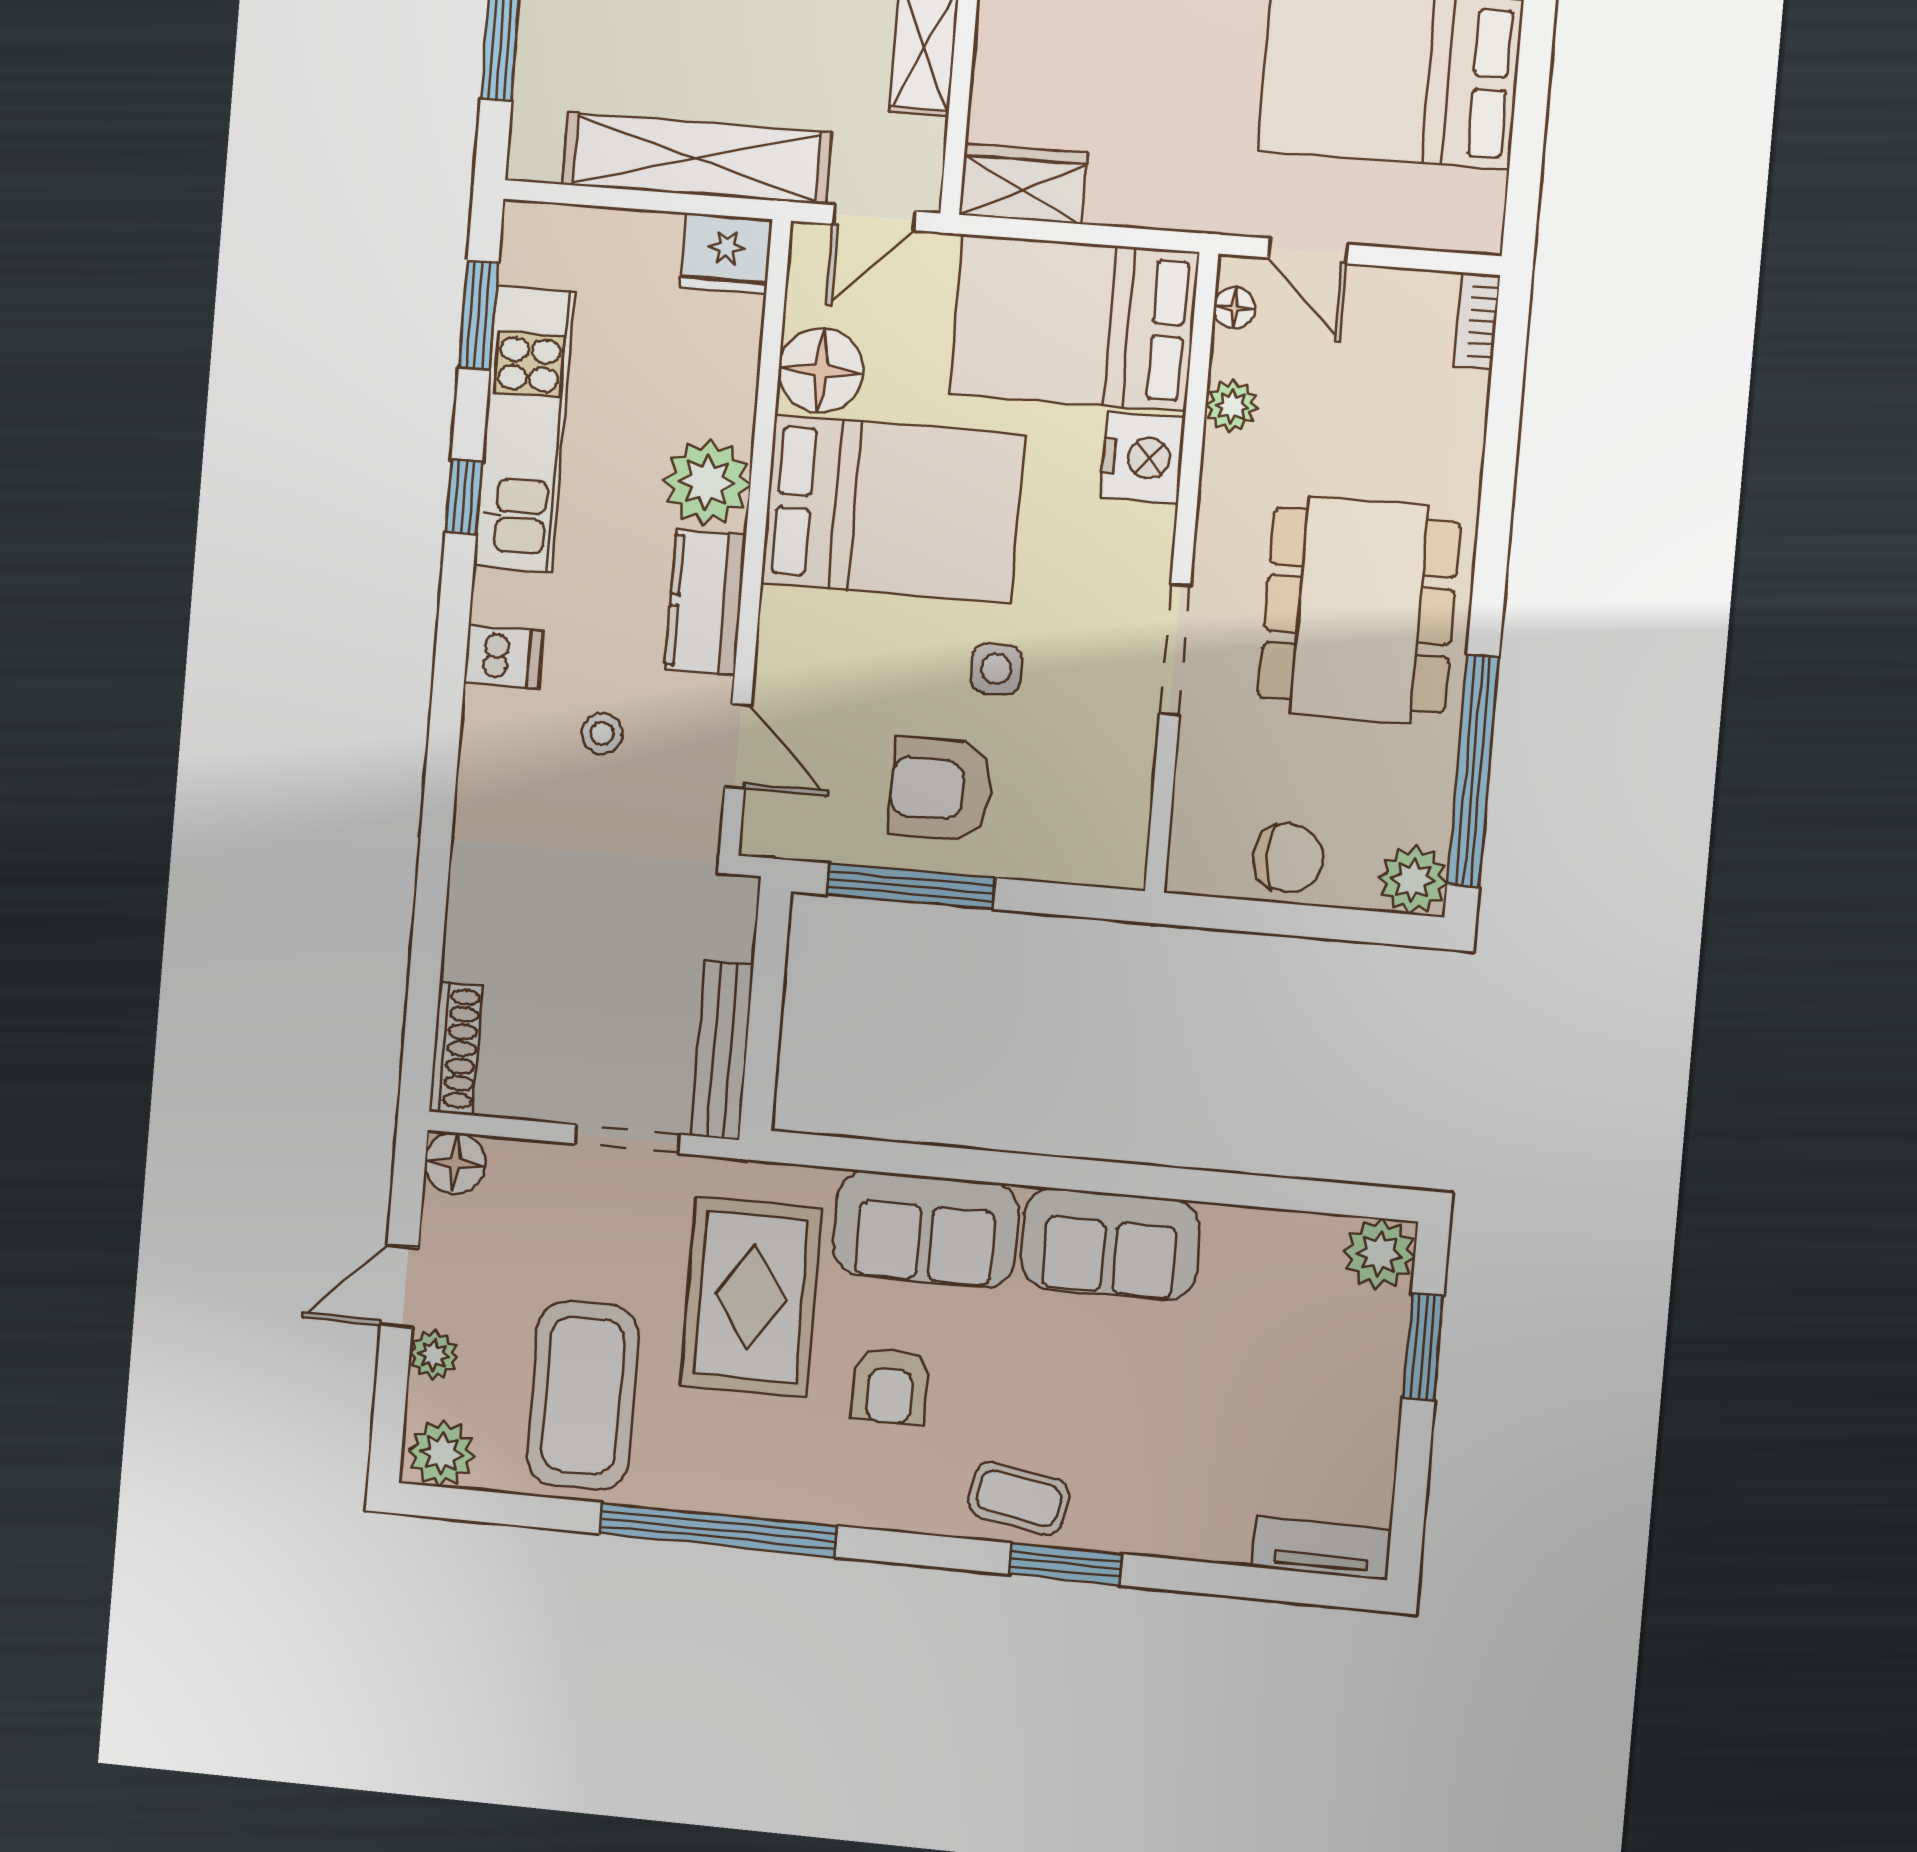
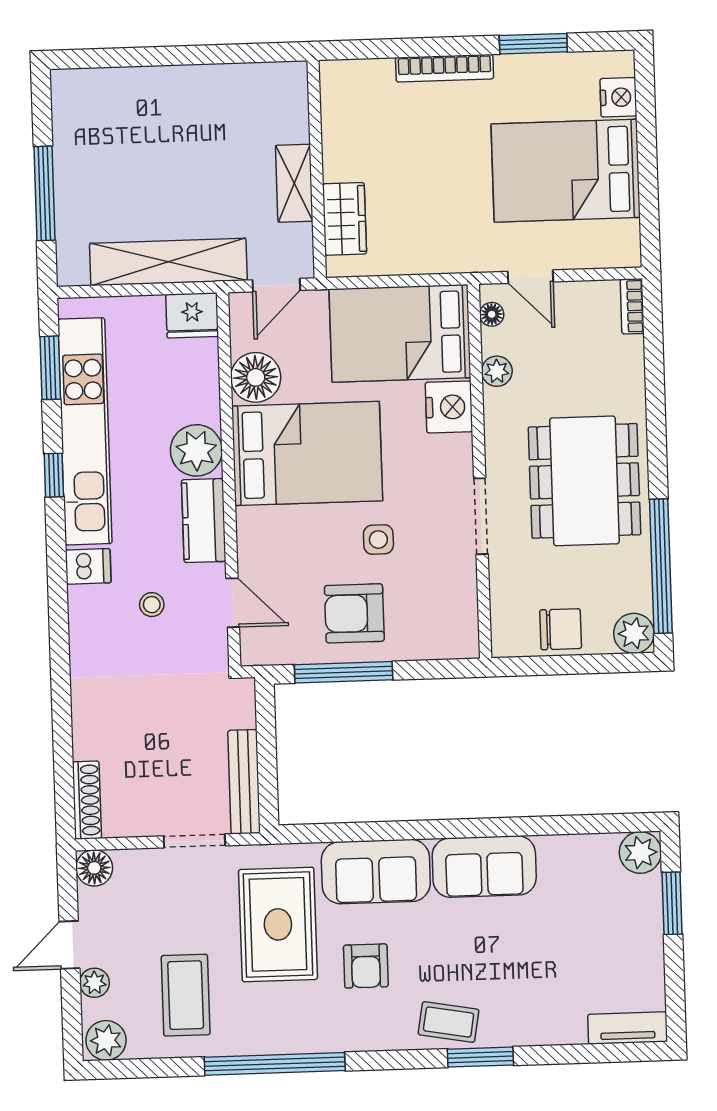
wardrobe: (1023, 184) -> (345, 219), moved, turned 90
kitchen unit: (524, 429) -> (85, 431), width x1.36
coffee table: (583, 1395) -> (186, 995), width x0.73, depth x0.76

